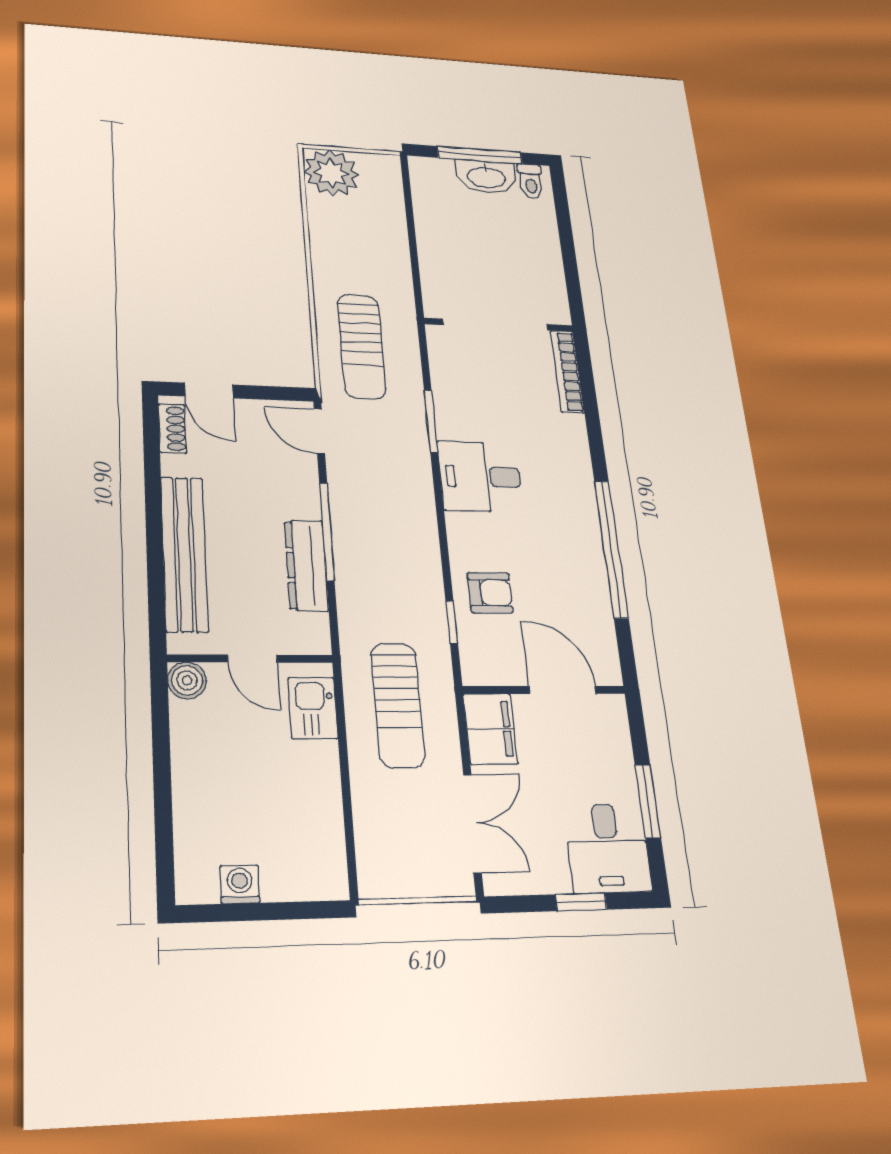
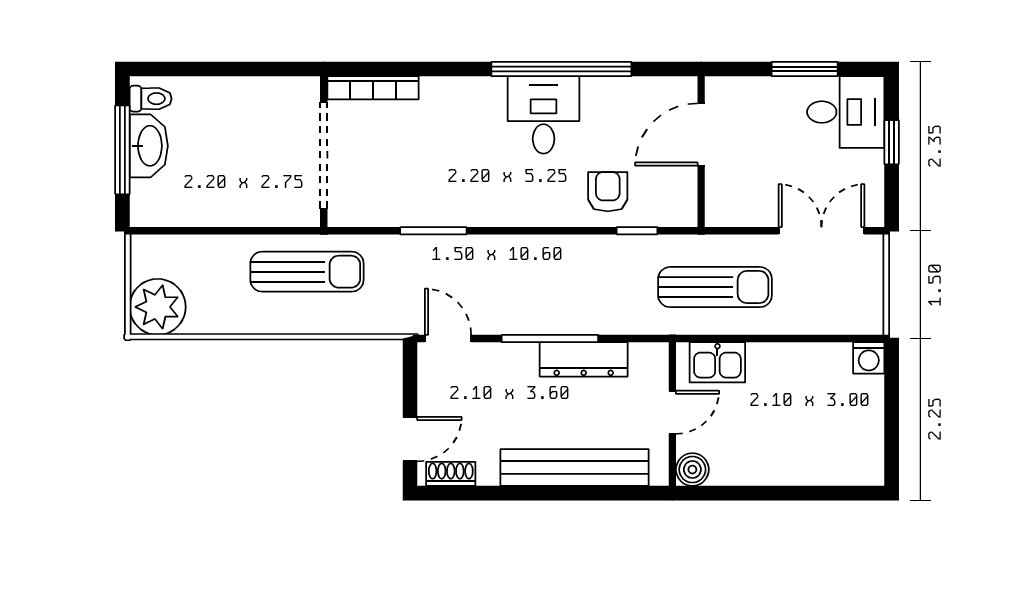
sun lounger: (362, 346) -> (307, 272), moved
door: (319, 431) -> (448, 339), swing flipped
desk: (480, 477) -> (544, 115), moved, turned 180
filing cabinet: (490, 729) -> (737, 206), removed
washing machine: (240, 884) -> (869, 358), moved, turned -90

